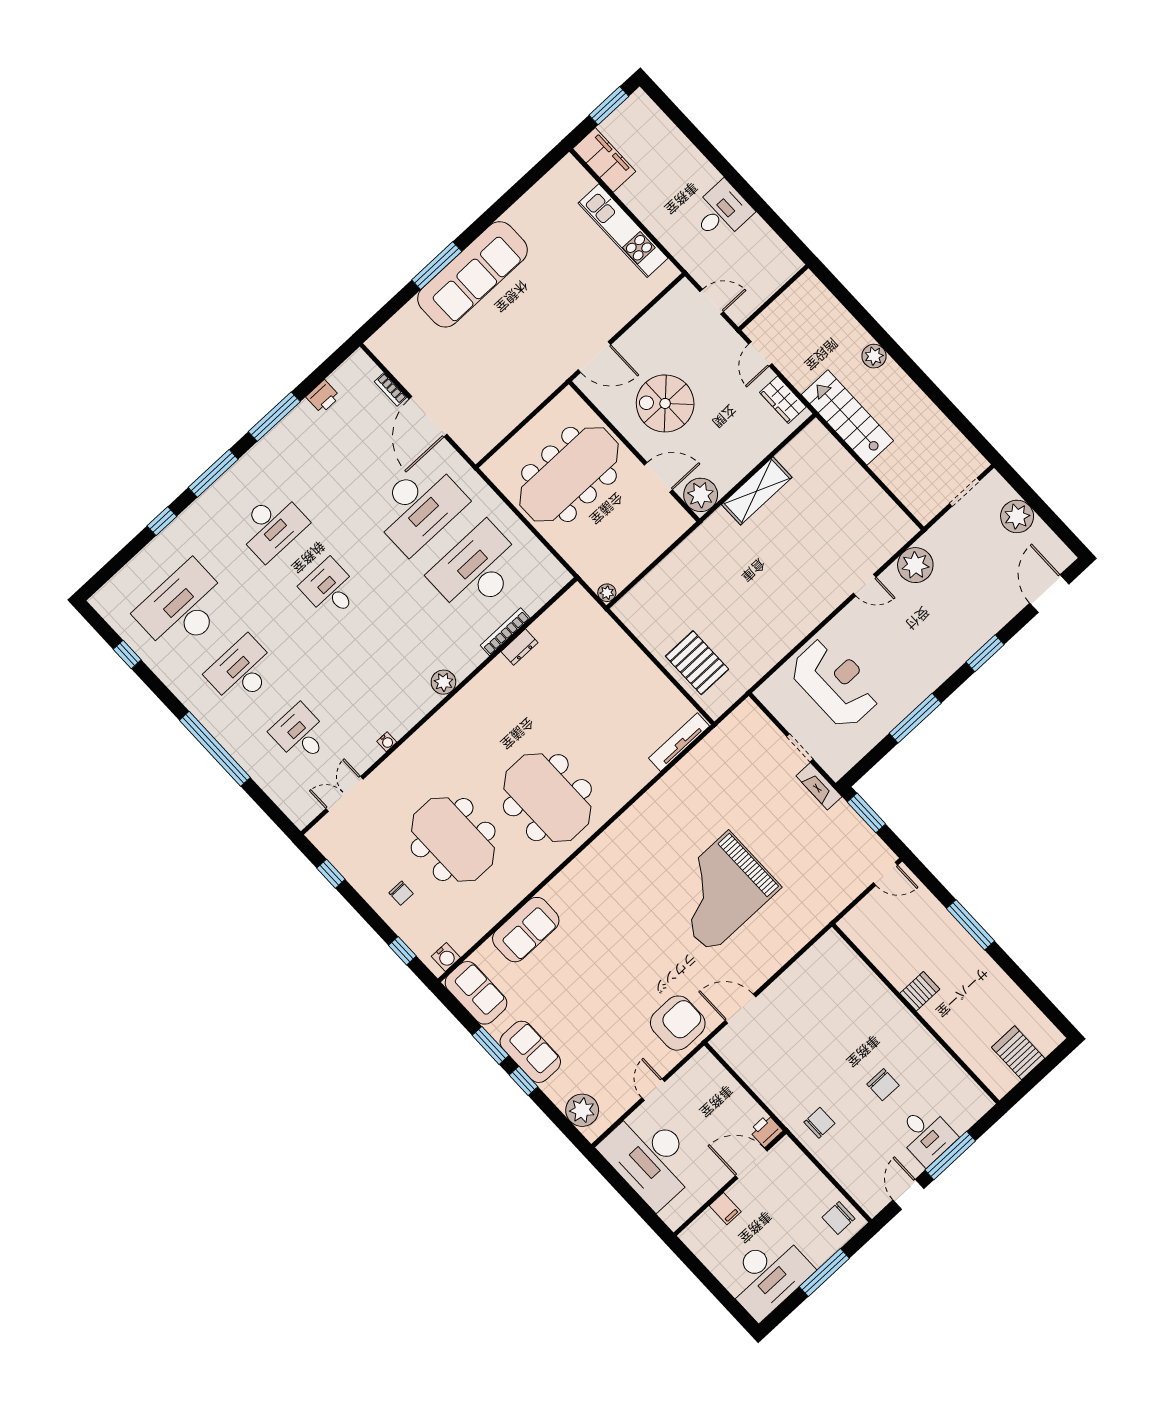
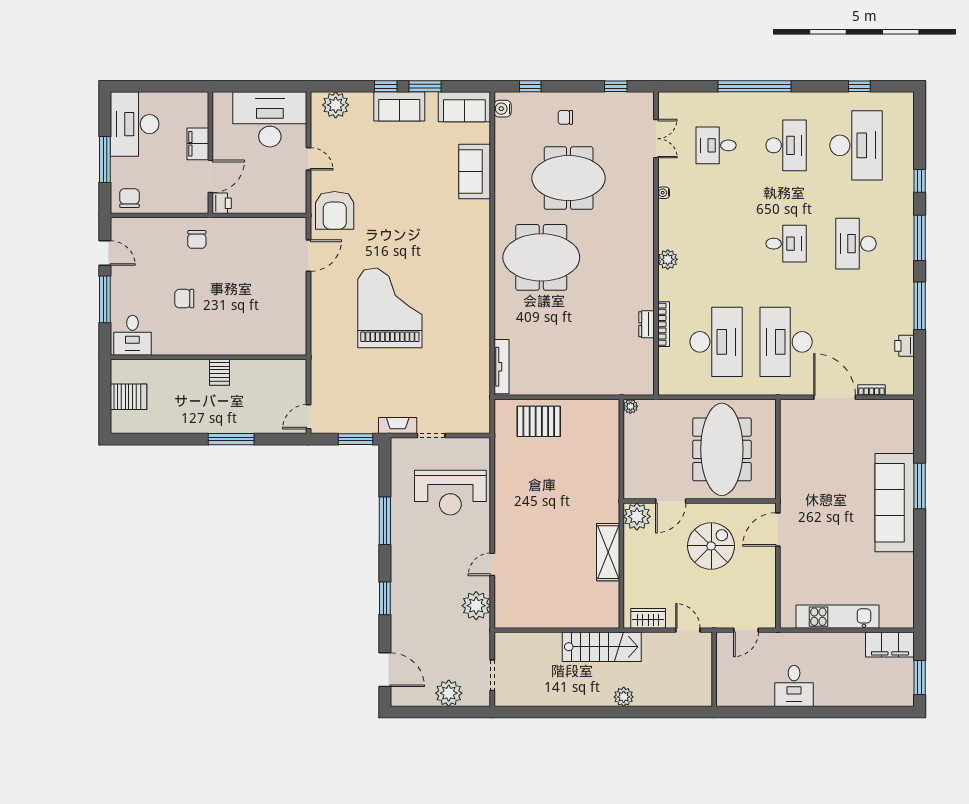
desk: (300, 734) -> (716, 145), turned 180
desk: (926, 1135) -> (132, 335), moved, turned -90
filing cabinet: (725, 1209) -> (198, 144), width x2.00

